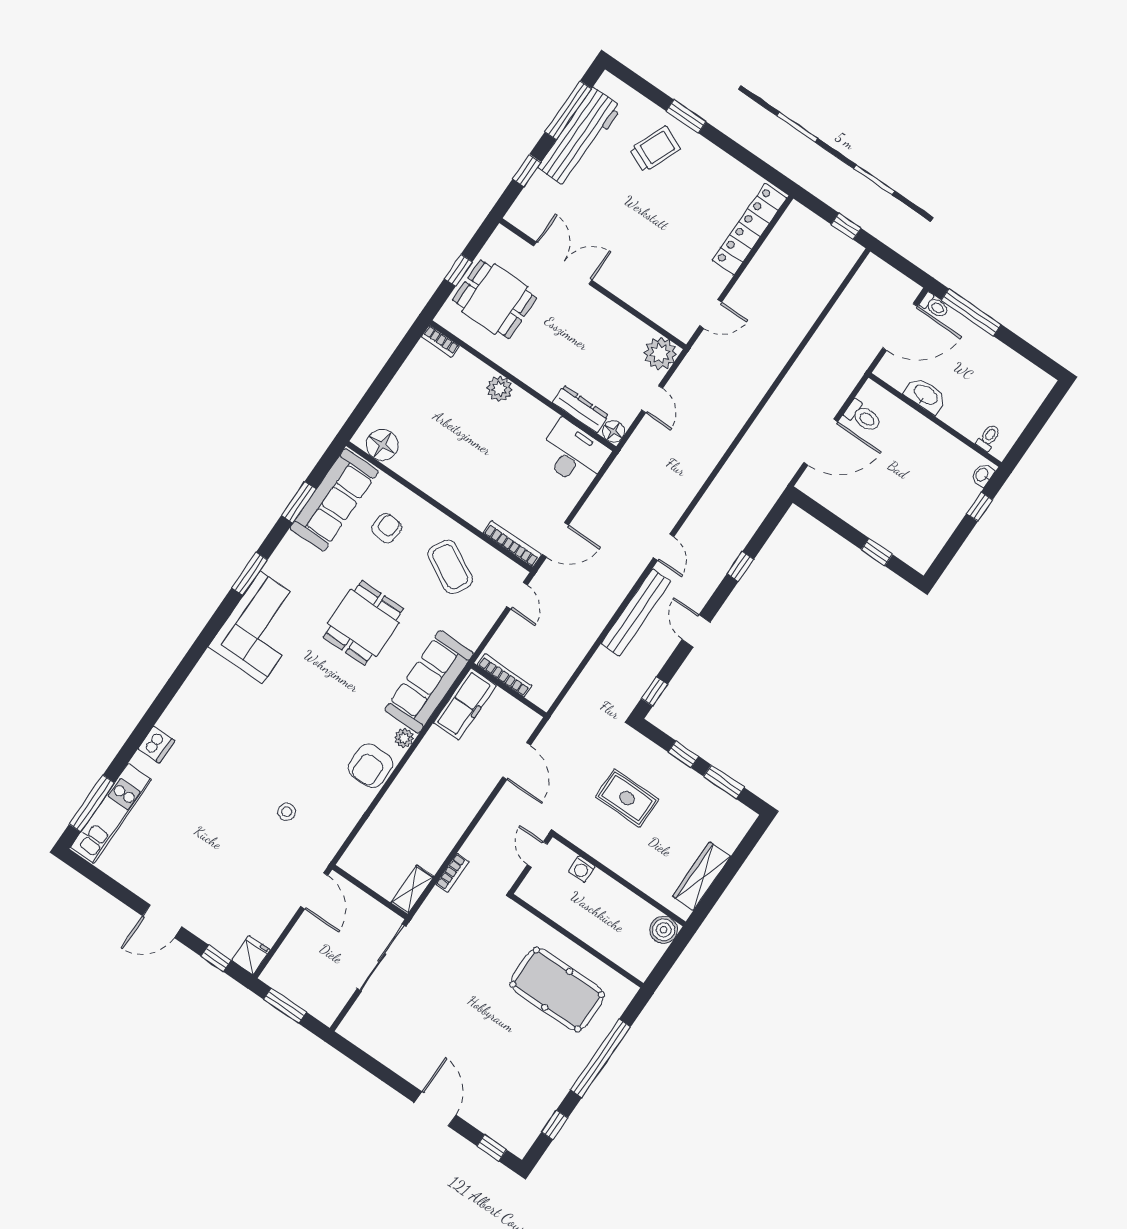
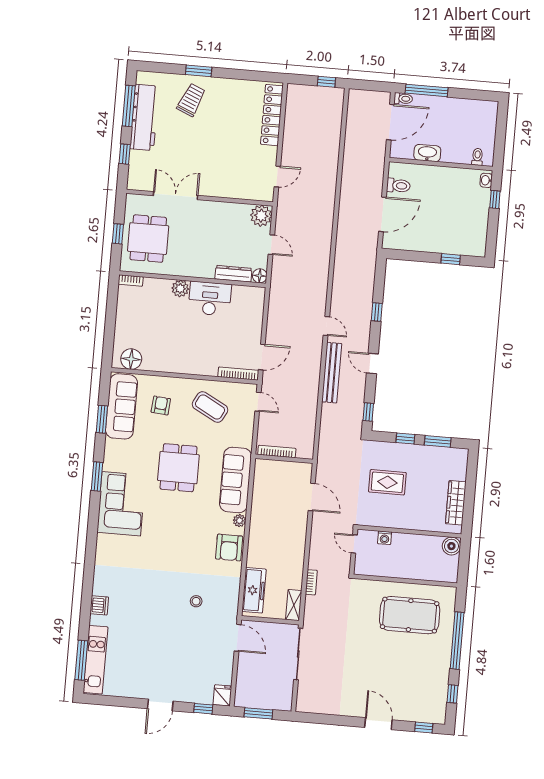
dining table: (495, 299) -> (148, 239), turned 90
desk: (574, 454) -> (210, 299), moved
freezer: (465, 704) -> (254, 590), moved

